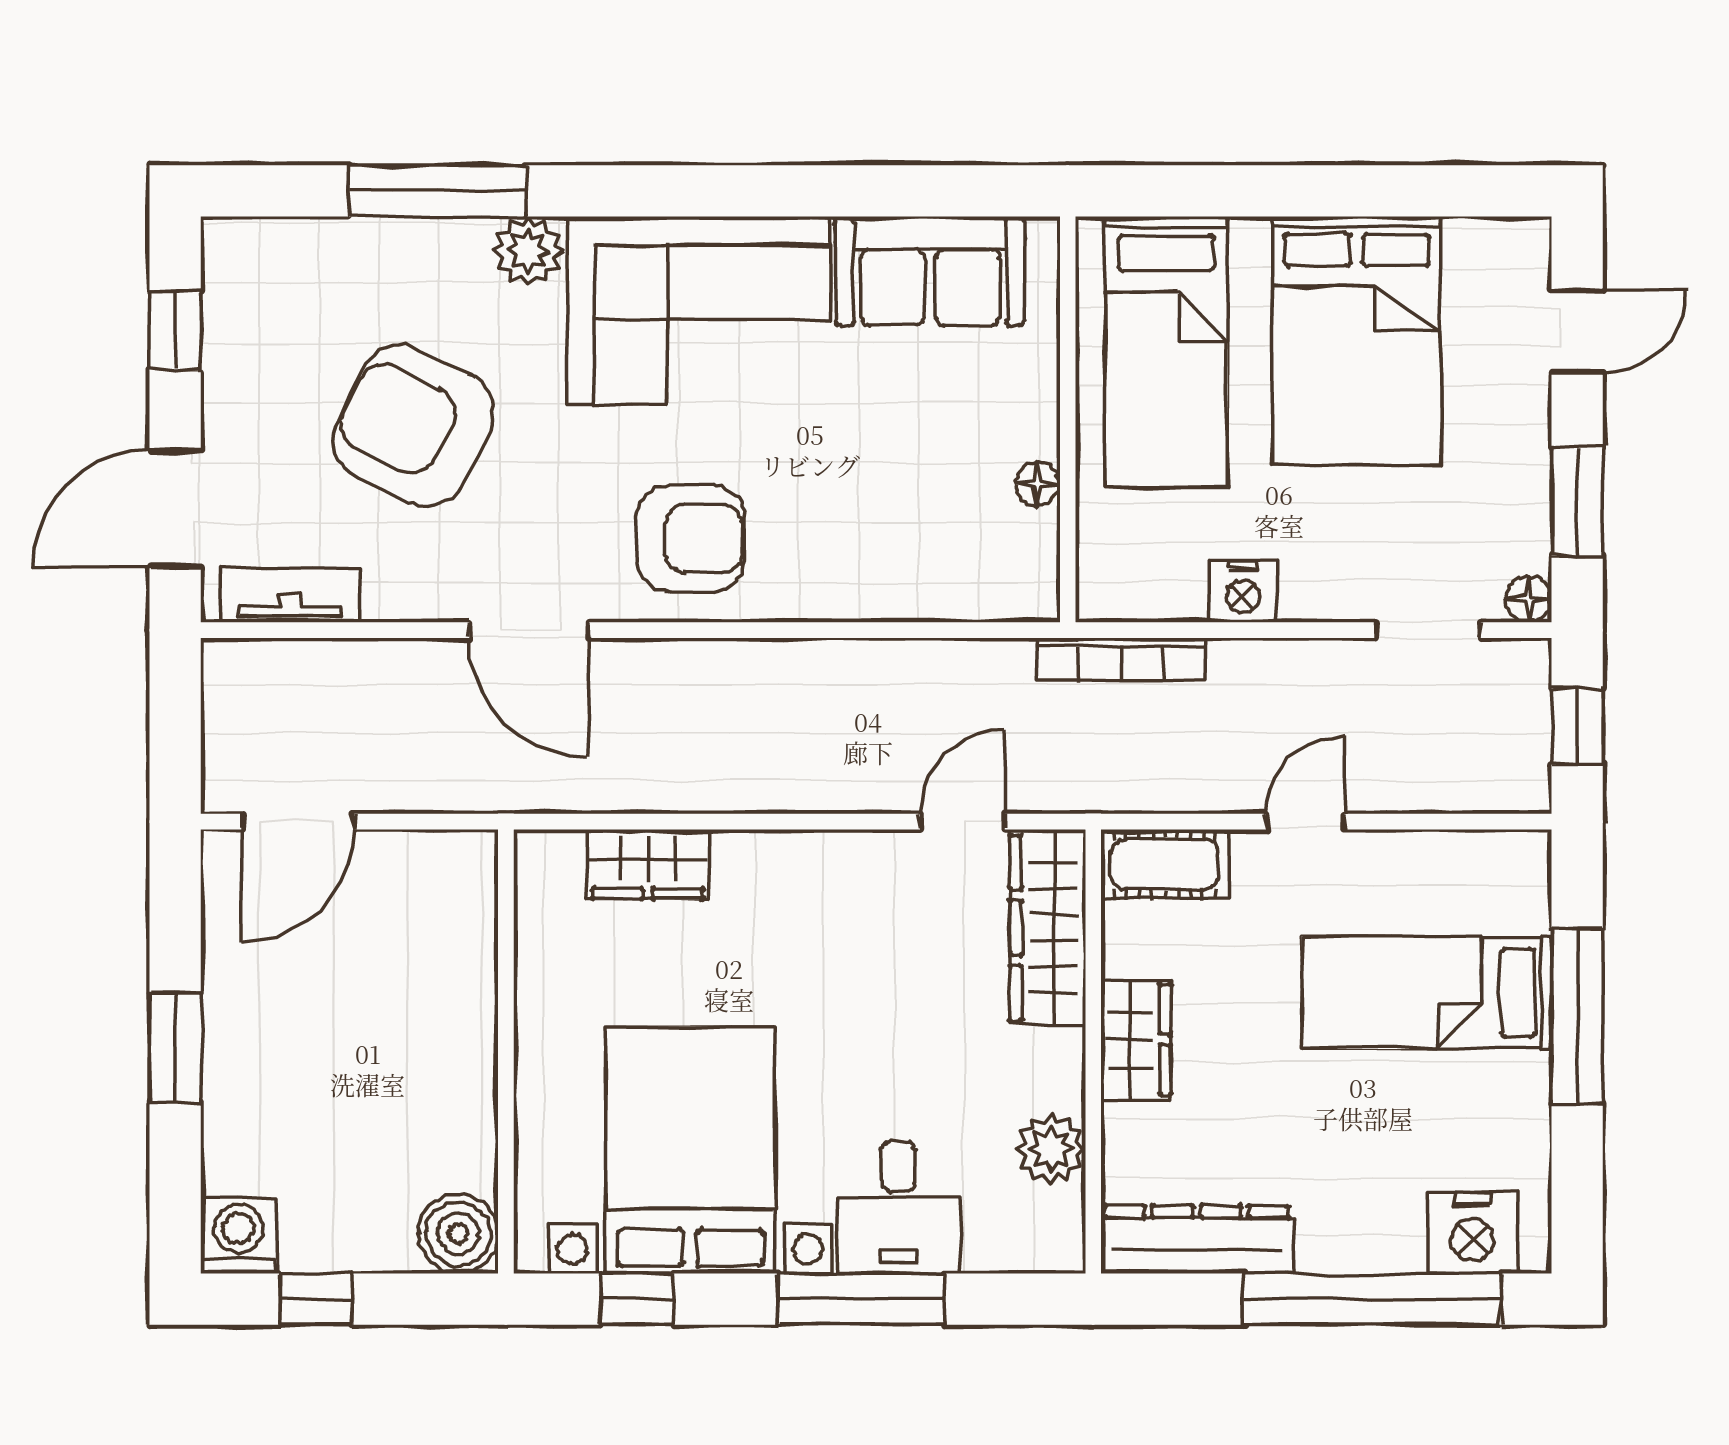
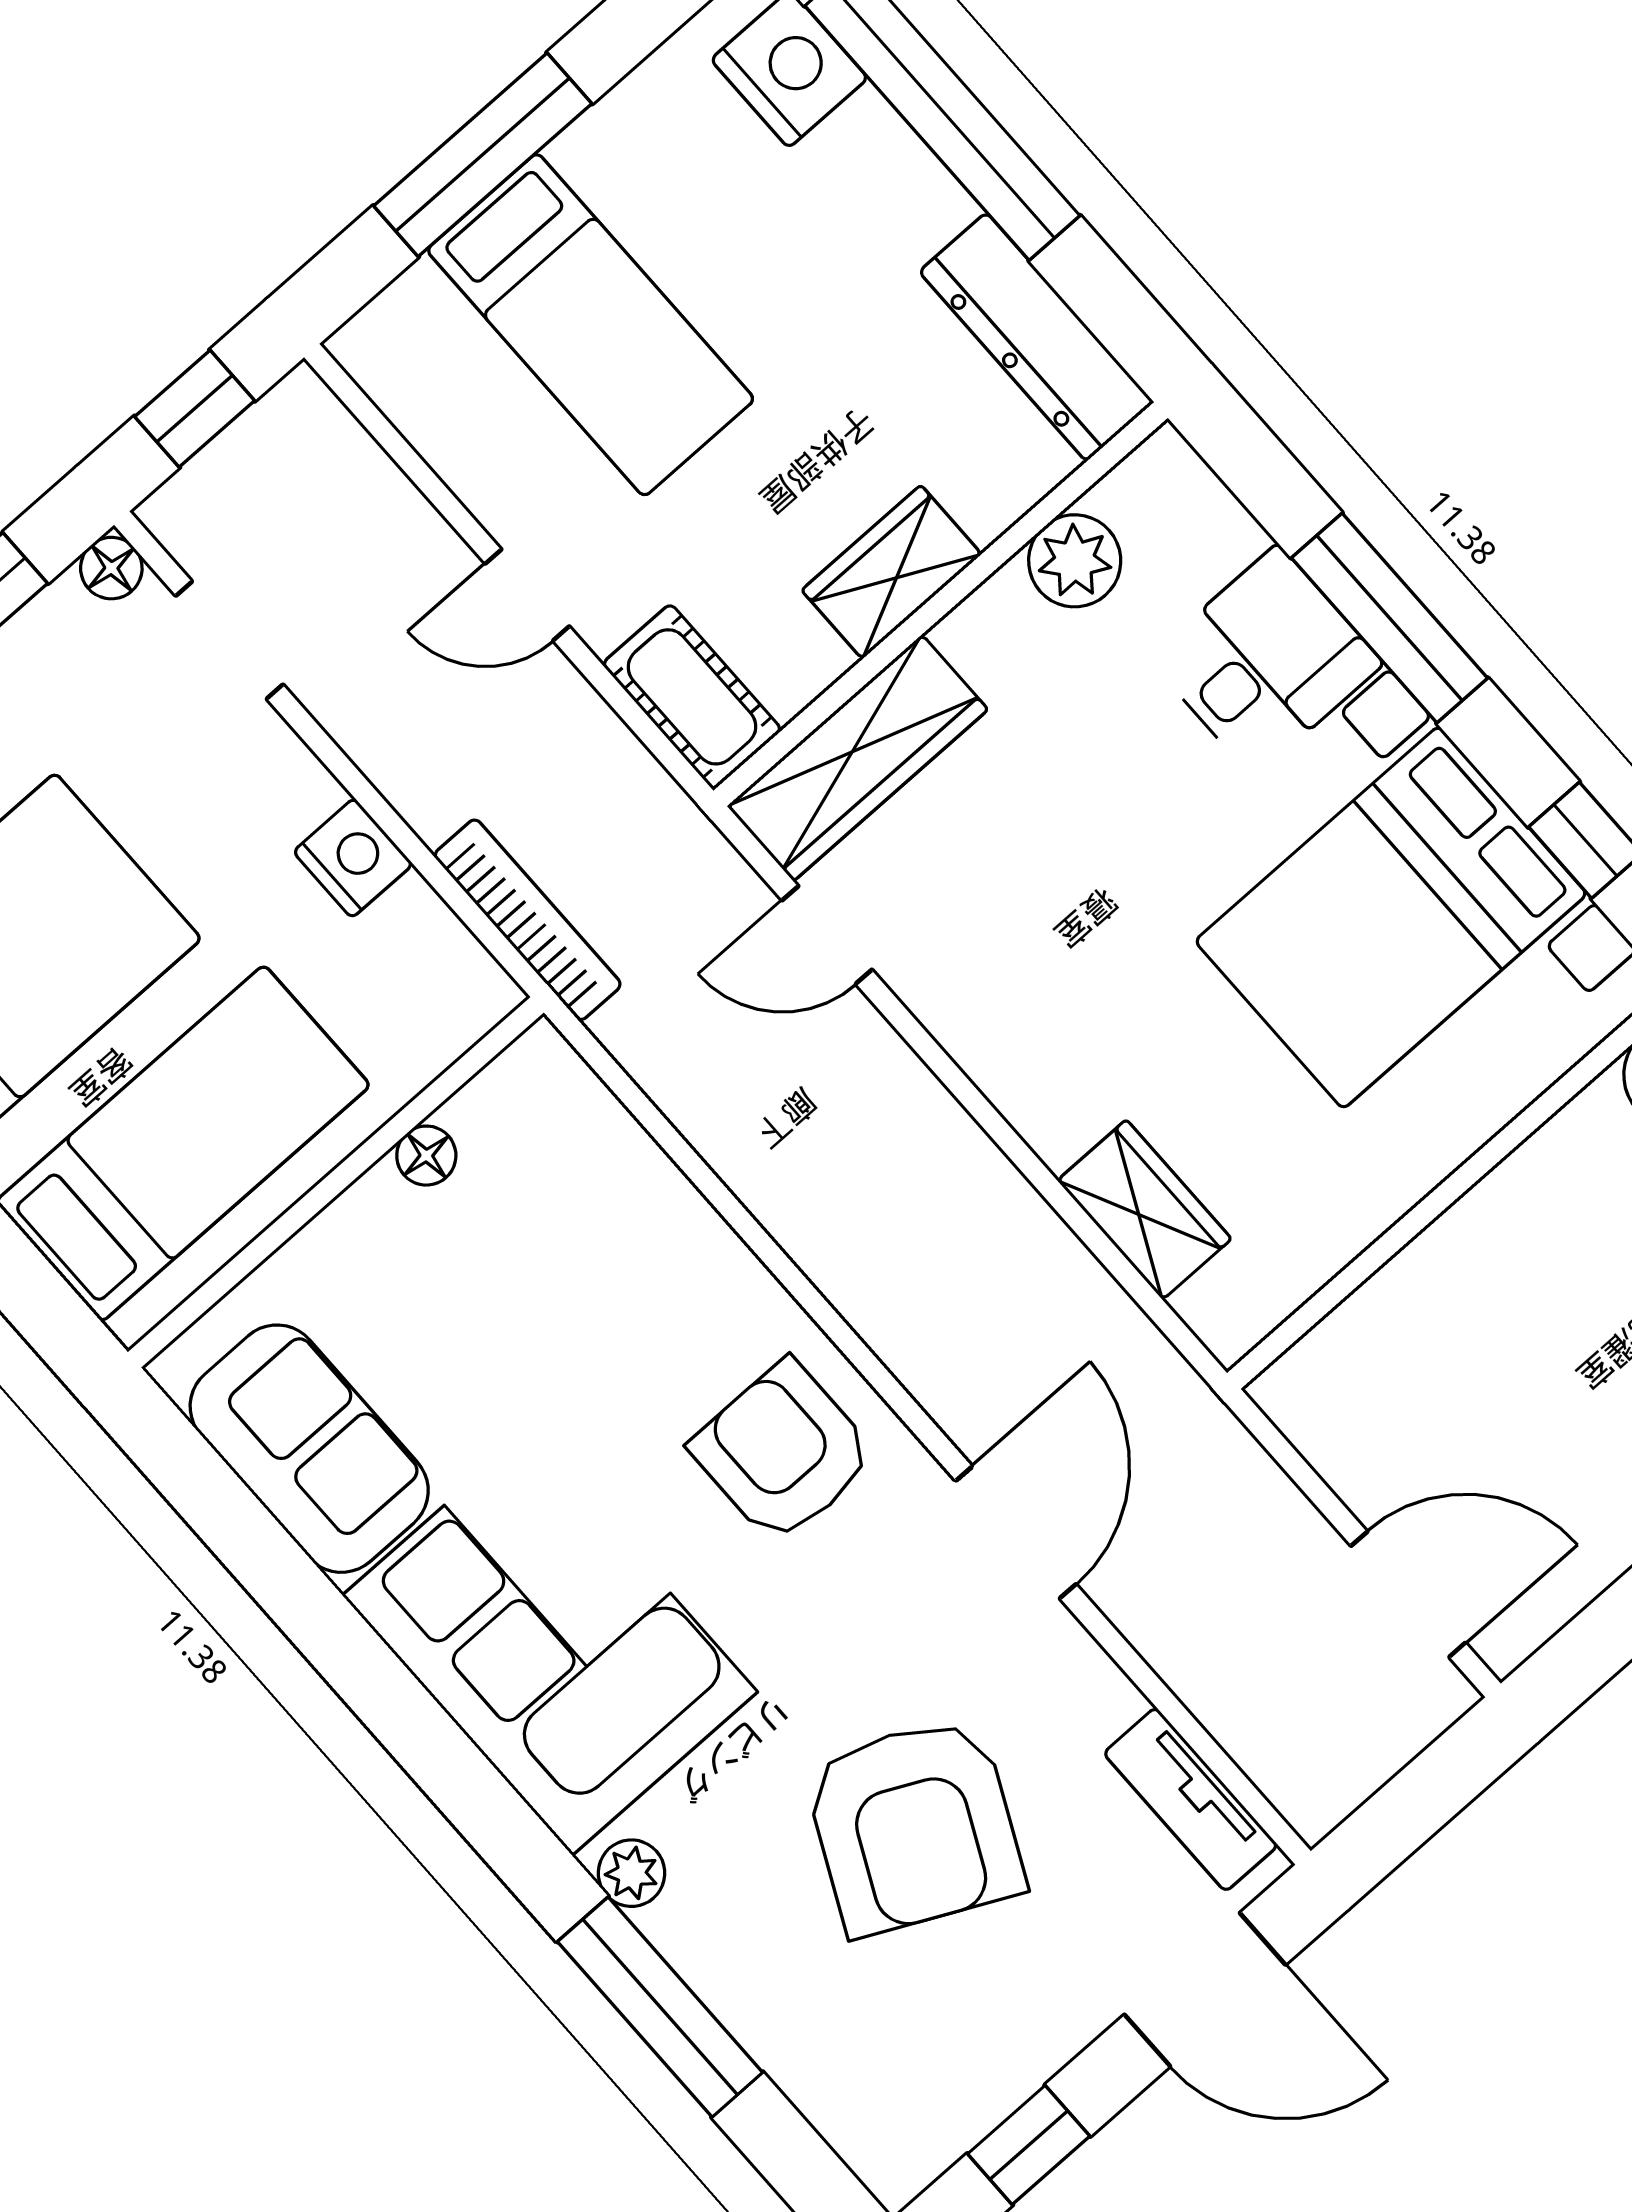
plant: (528, 251) -> (631, 1873), width x0.73, depth x0.73

